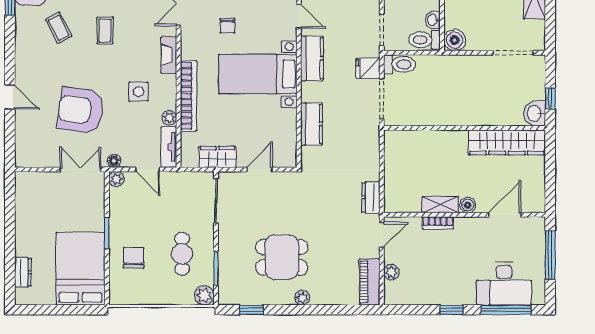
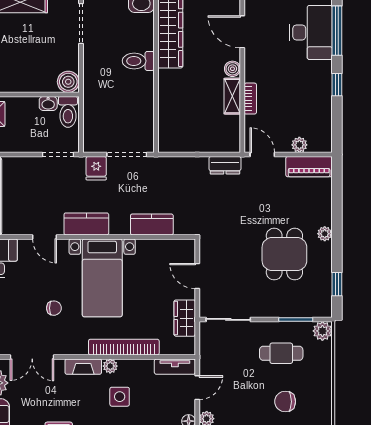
door: (299, 16) -> (44, 237), swing flipped
toilet: (399, 64) -> (138, 61), moved, turned -90
plant: (169, 118) -> (110, 366), moved

